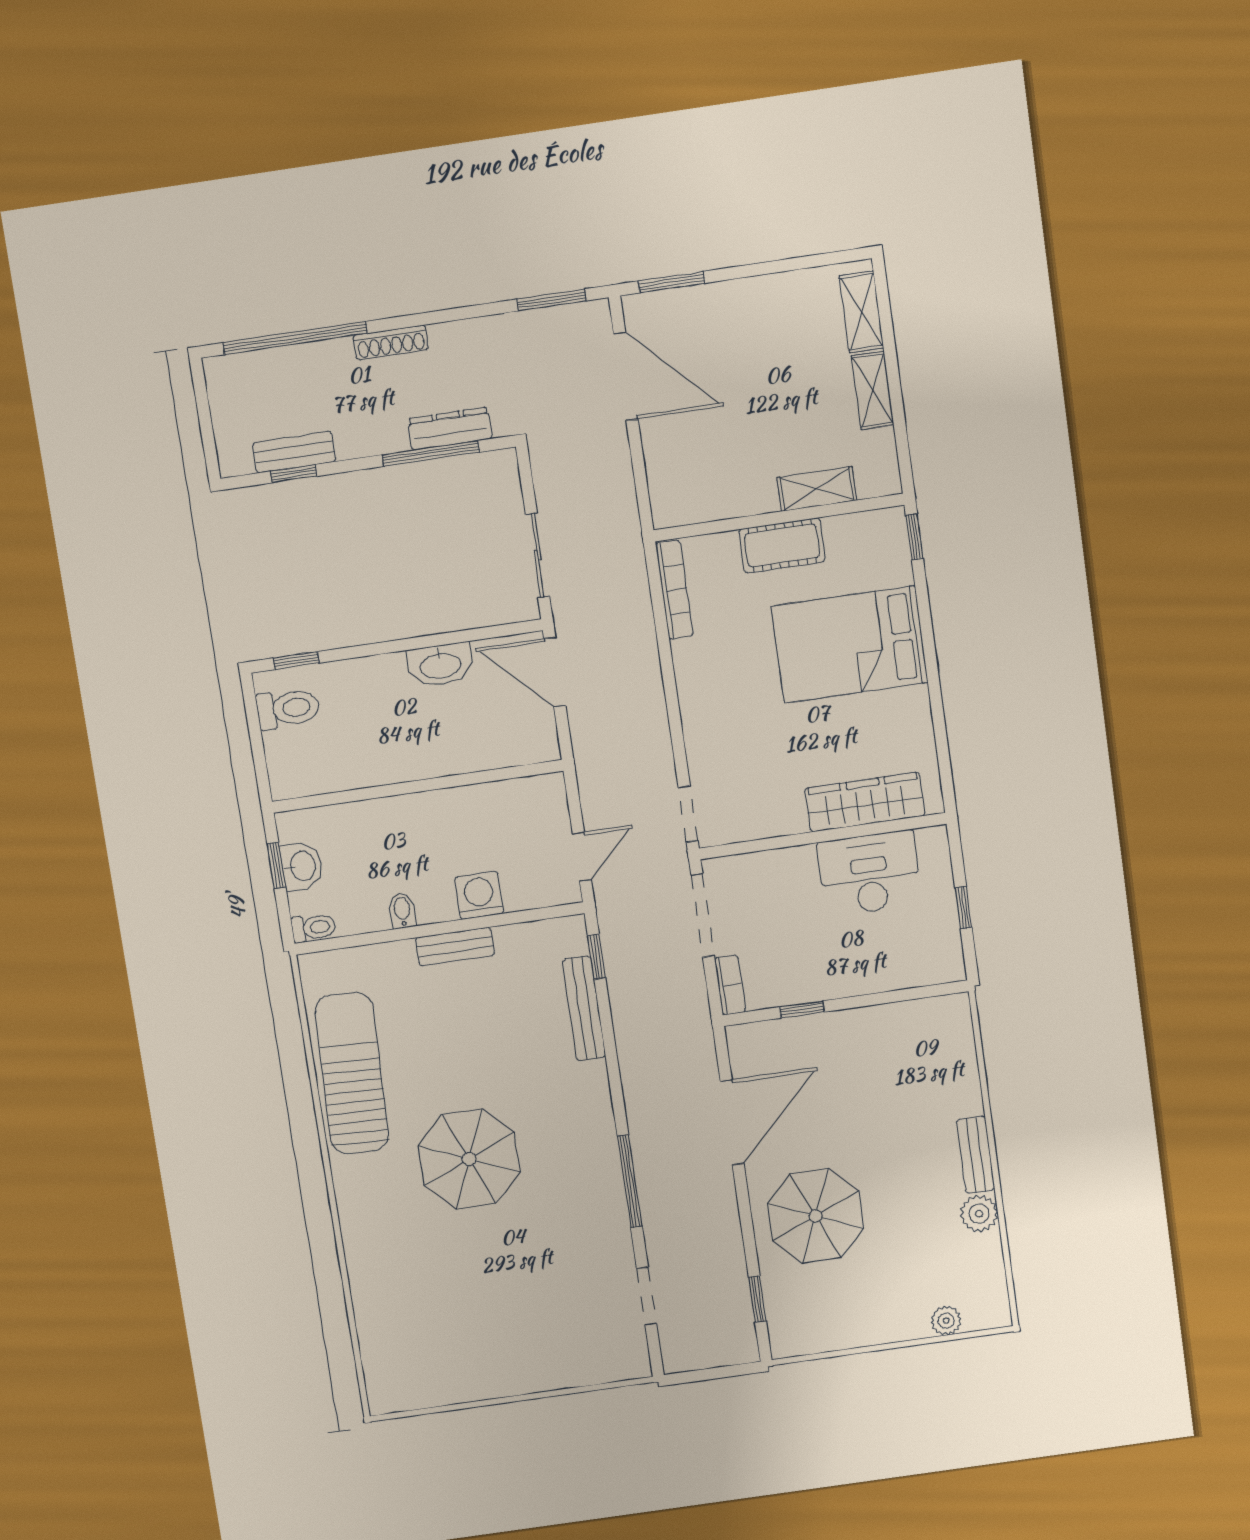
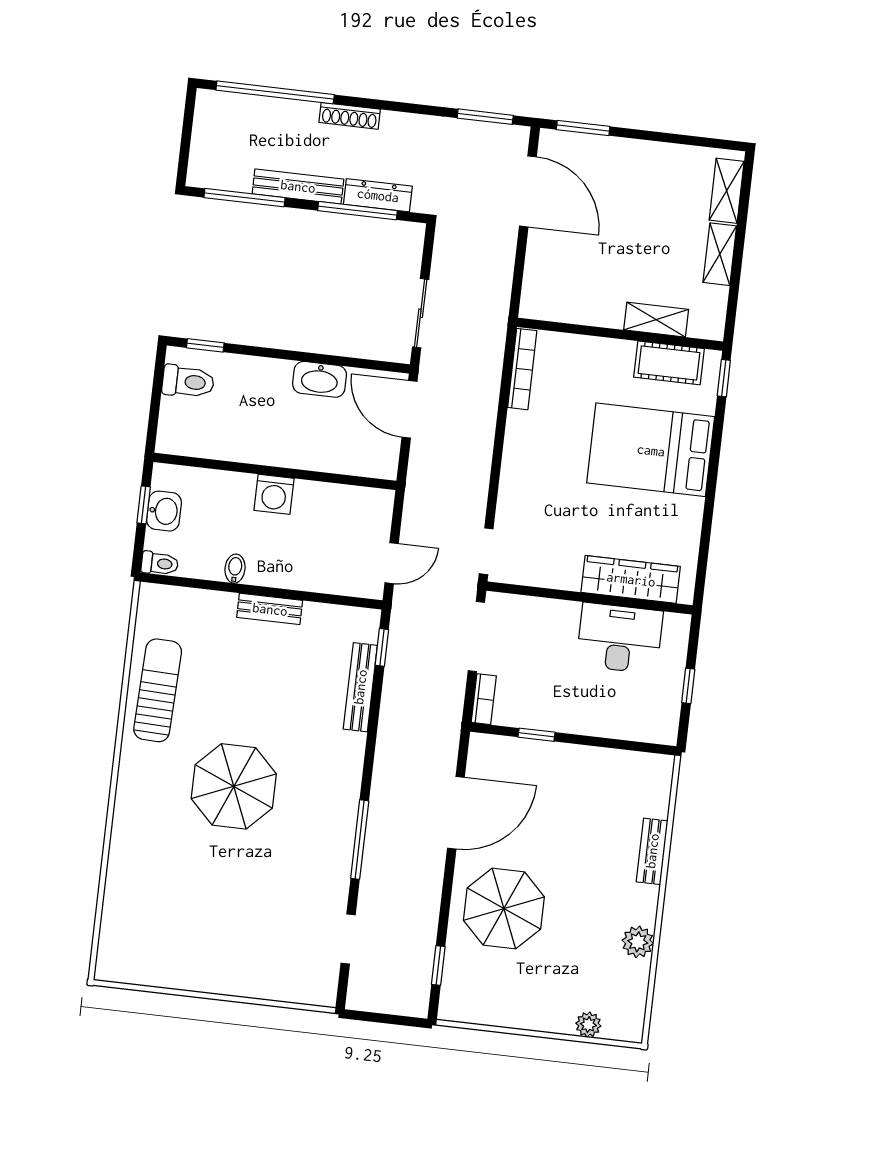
bench: (294, 452) -> (298, 186), moved, width x1.36
window: (294, 474) -> (245, 198), width x2.17
cot: (782, 545) -> (669, 363), moved
washing machine: (479, 895) -> (274, 494), moved, turned 180
sun lounger: (352, 1073) -> (158, 690), width x0.73, depth x0.75
bench: (976, 1155) -> (652, 851), moved

